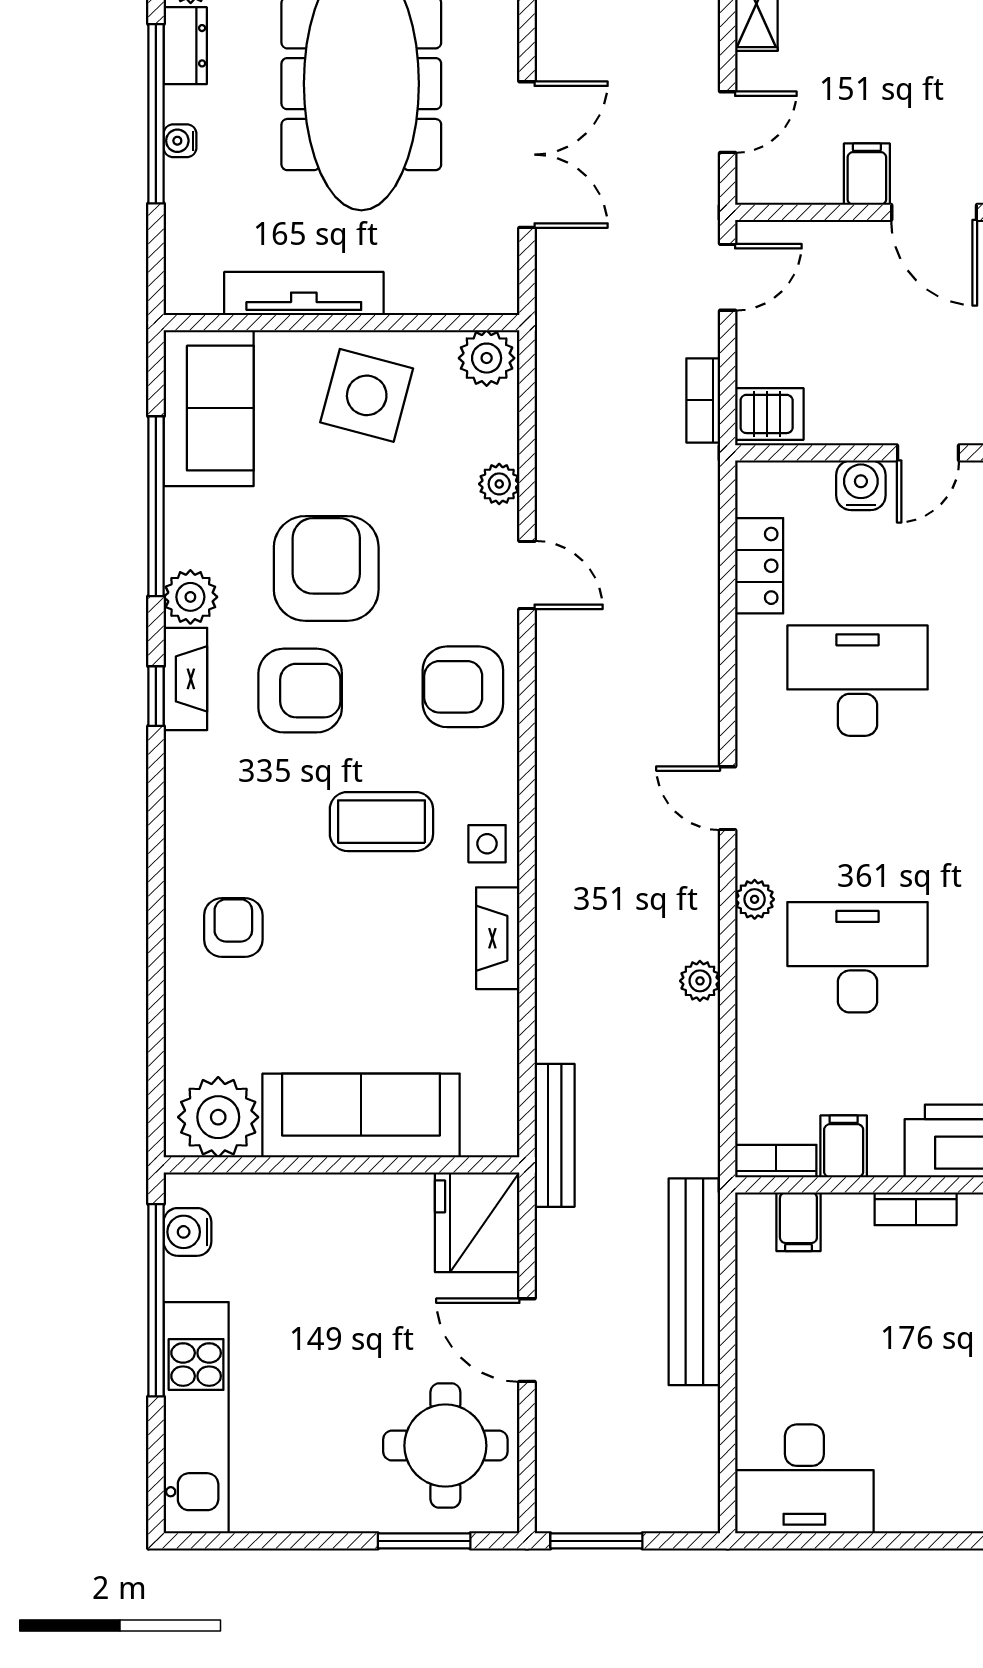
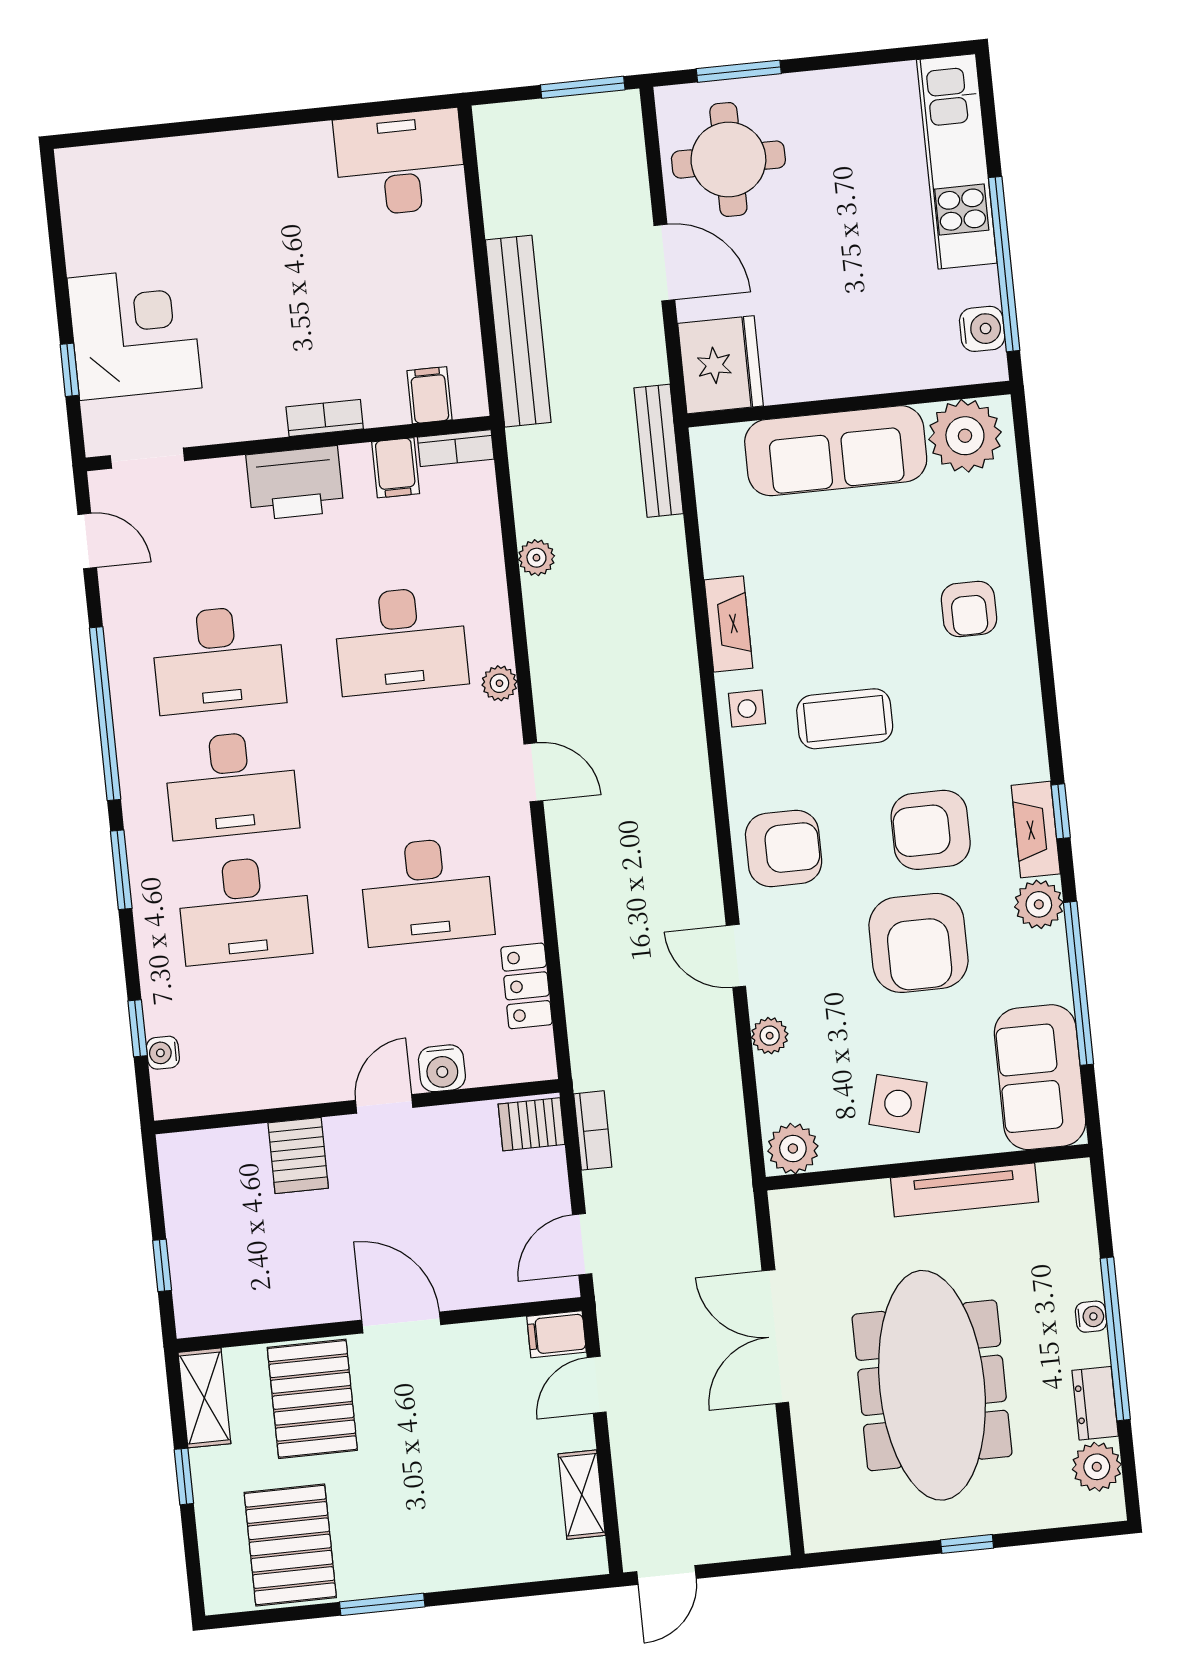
filing cabinet: (867, 174) -> (557, 1334), moved, turned 90
side table: (367, 395) -> (898, 1103), width x0.73, depth x0.73
plant: (700, 981) -> (536, 558), moved

